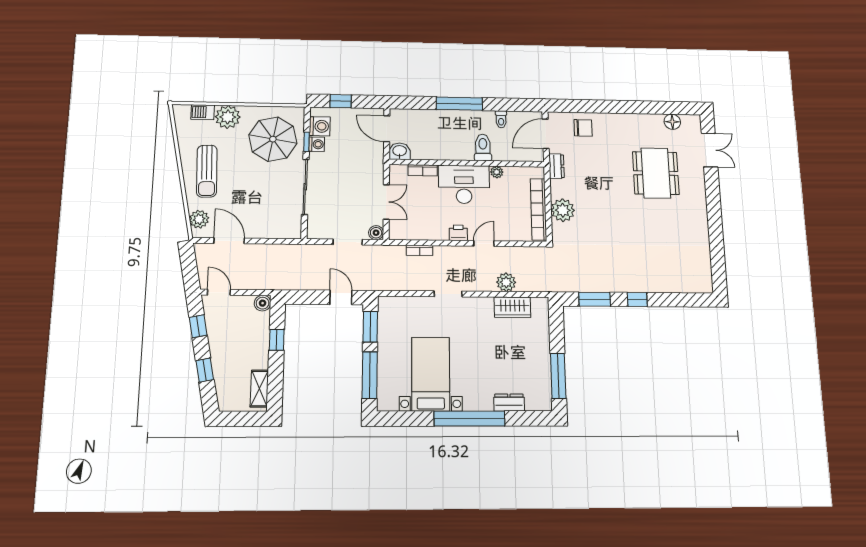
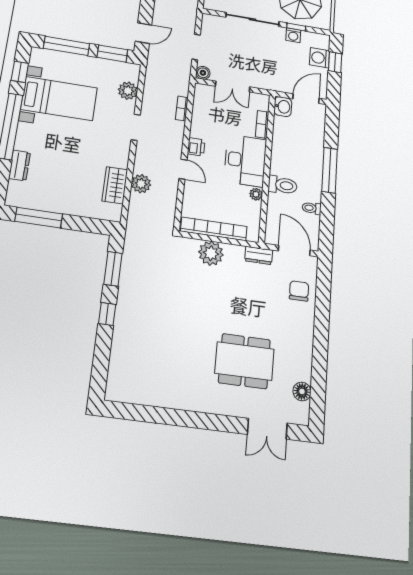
washing machine: (320, 126) -> (319, 58), moved, turned 90
chair: (583, 128) -> (299, 291), turned 180
plant: (410, 306) -> (128, 91), added
window: (408, 419) -> (20, 72), added

